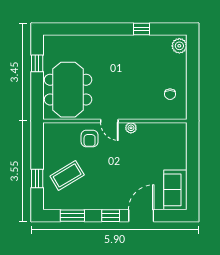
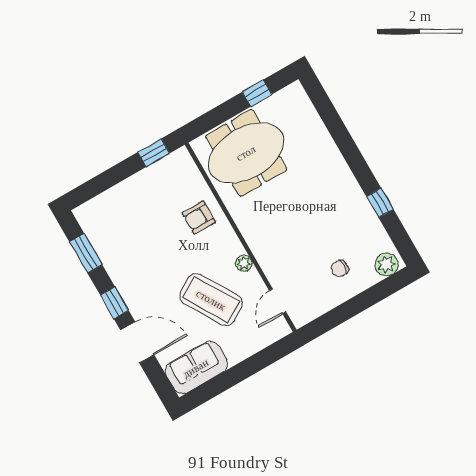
chair: (170, 94) -> (340, 269), moved
door: (109, 121) -> (278, 301), moved
coffee table: (67, 175) -> (211, 300), moved, width x1.36, depth x1.32
window: (37, 179) -> (154, 153), moved

